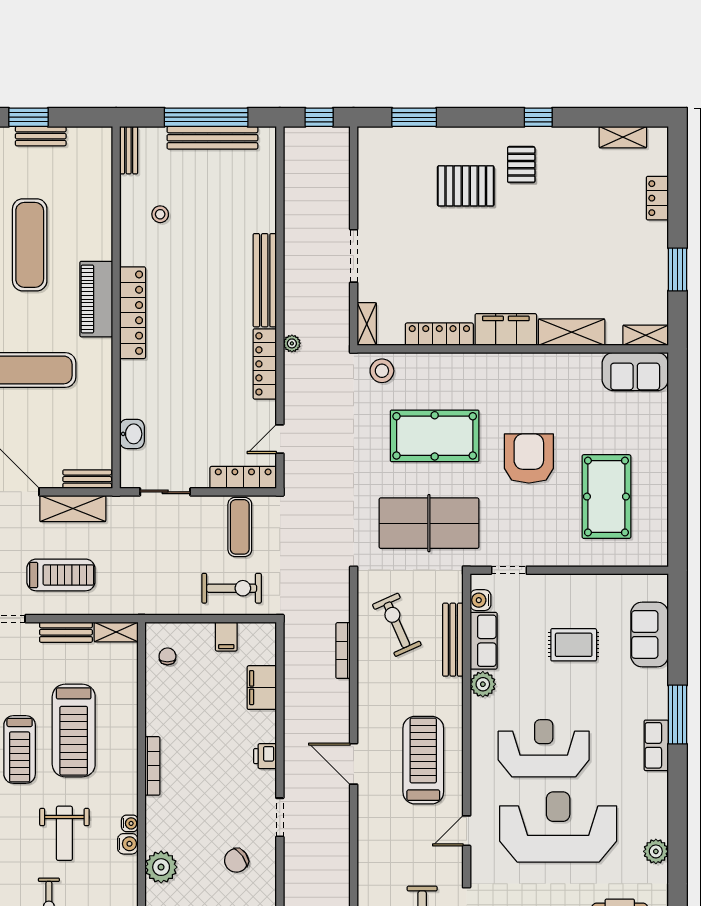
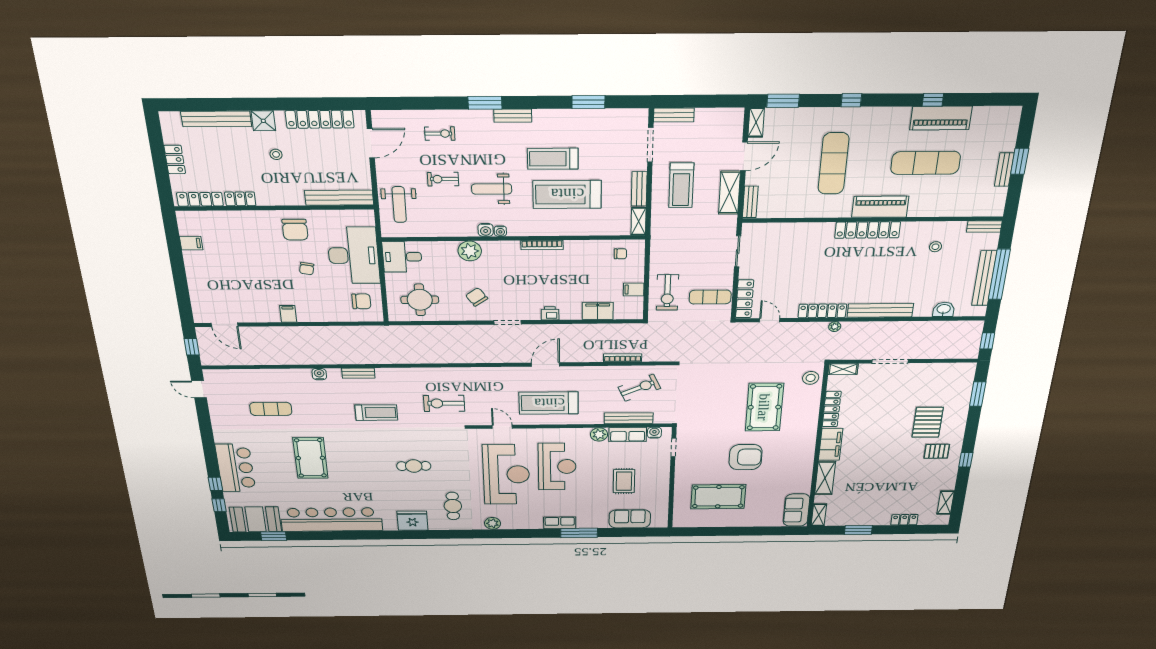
washbasin: (132, 434) -> (944, 309), moved, turned 180
table tennis table: (429, 523) -> (707, 405), removed
treadmill: (423, 760) -> (549, 403), turned 180

